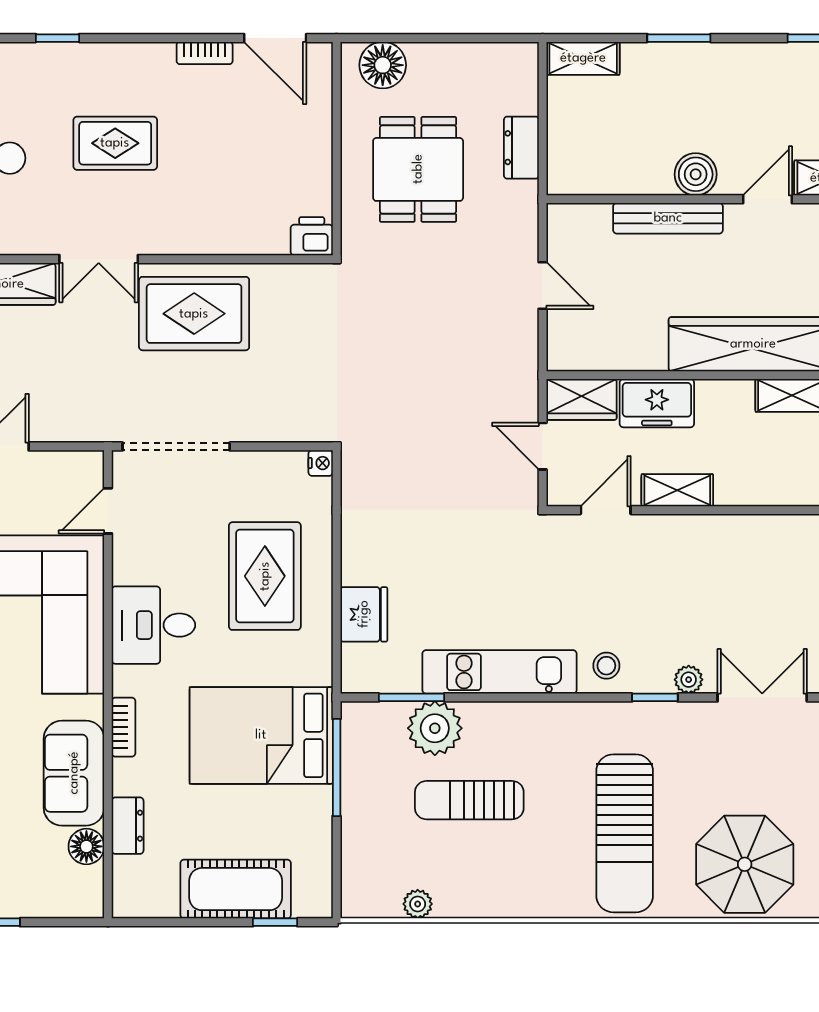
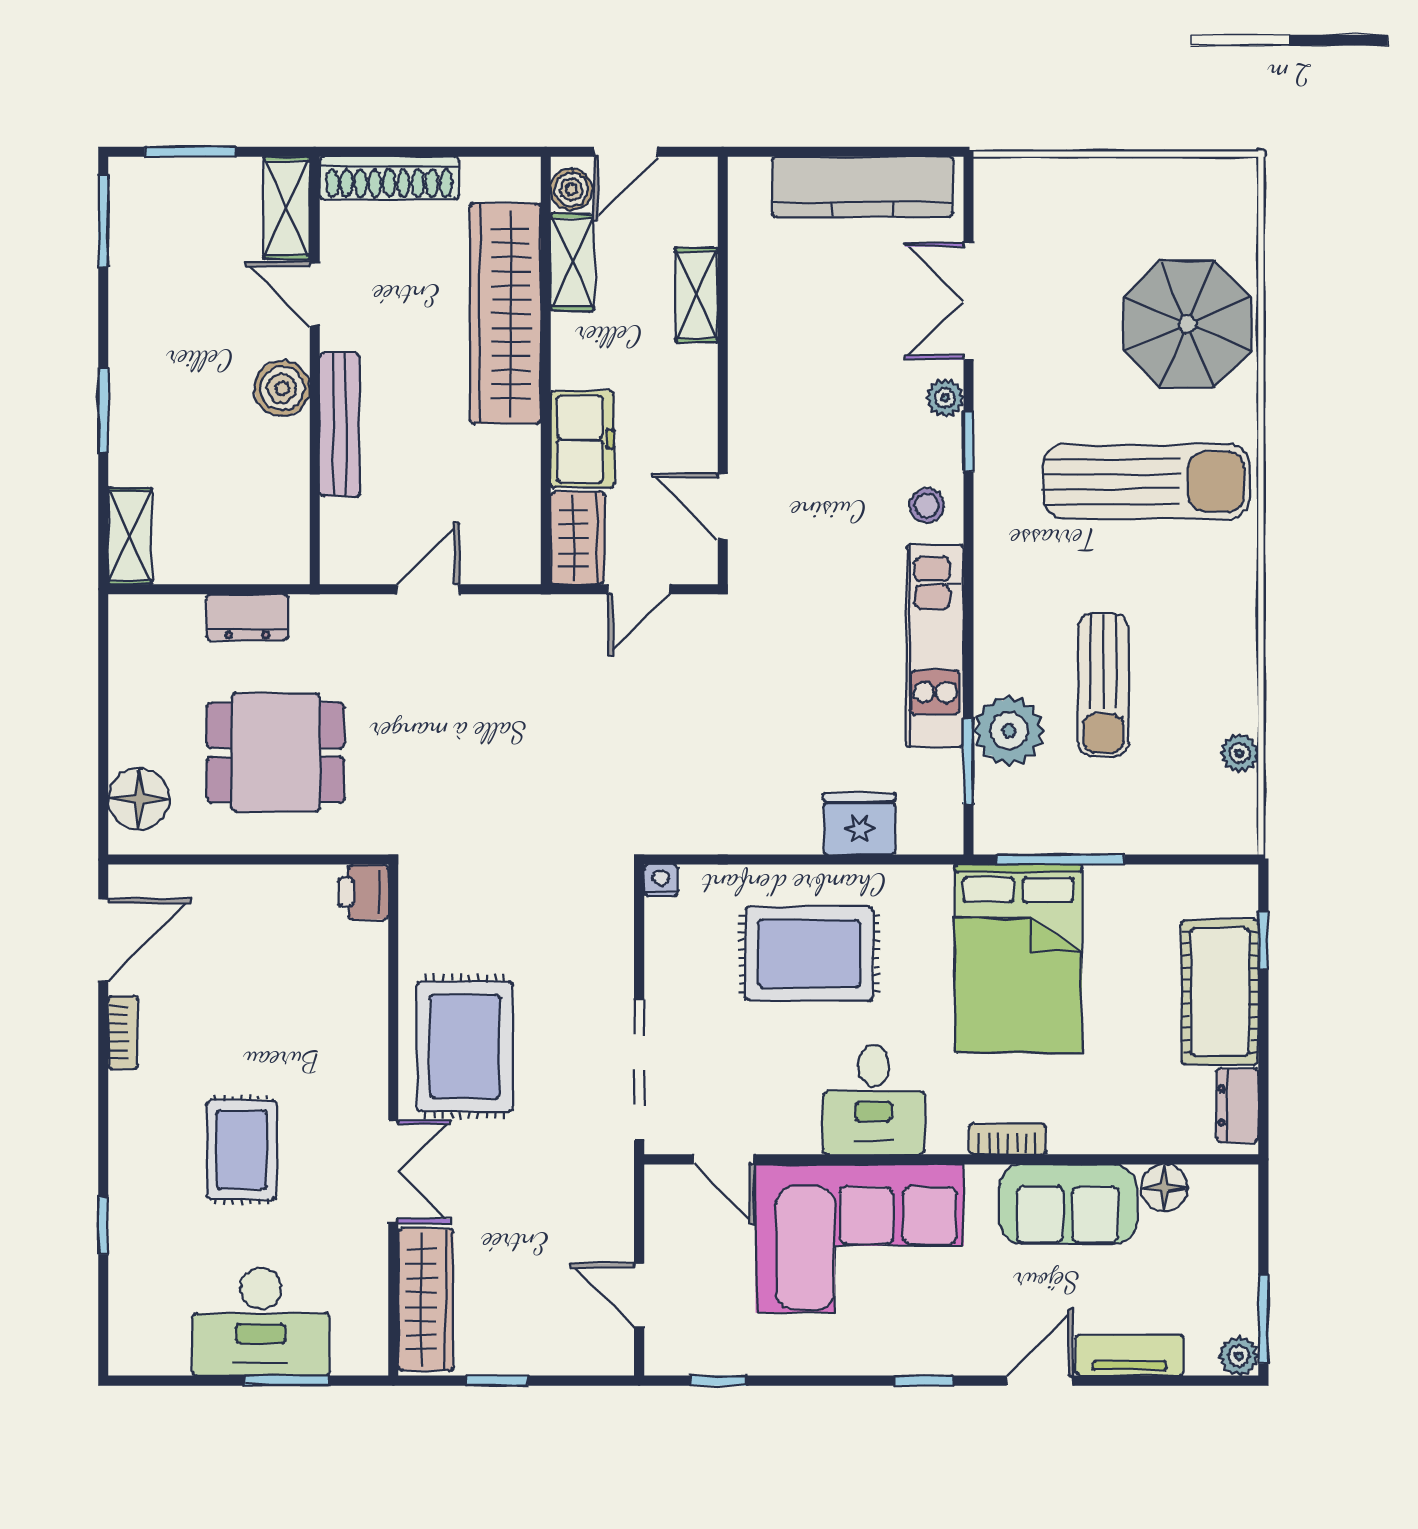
shelving: (677, 490) -> (697, 295), moved
dresser: (128, 826) -> (1238, 1105), moved, turned -90

